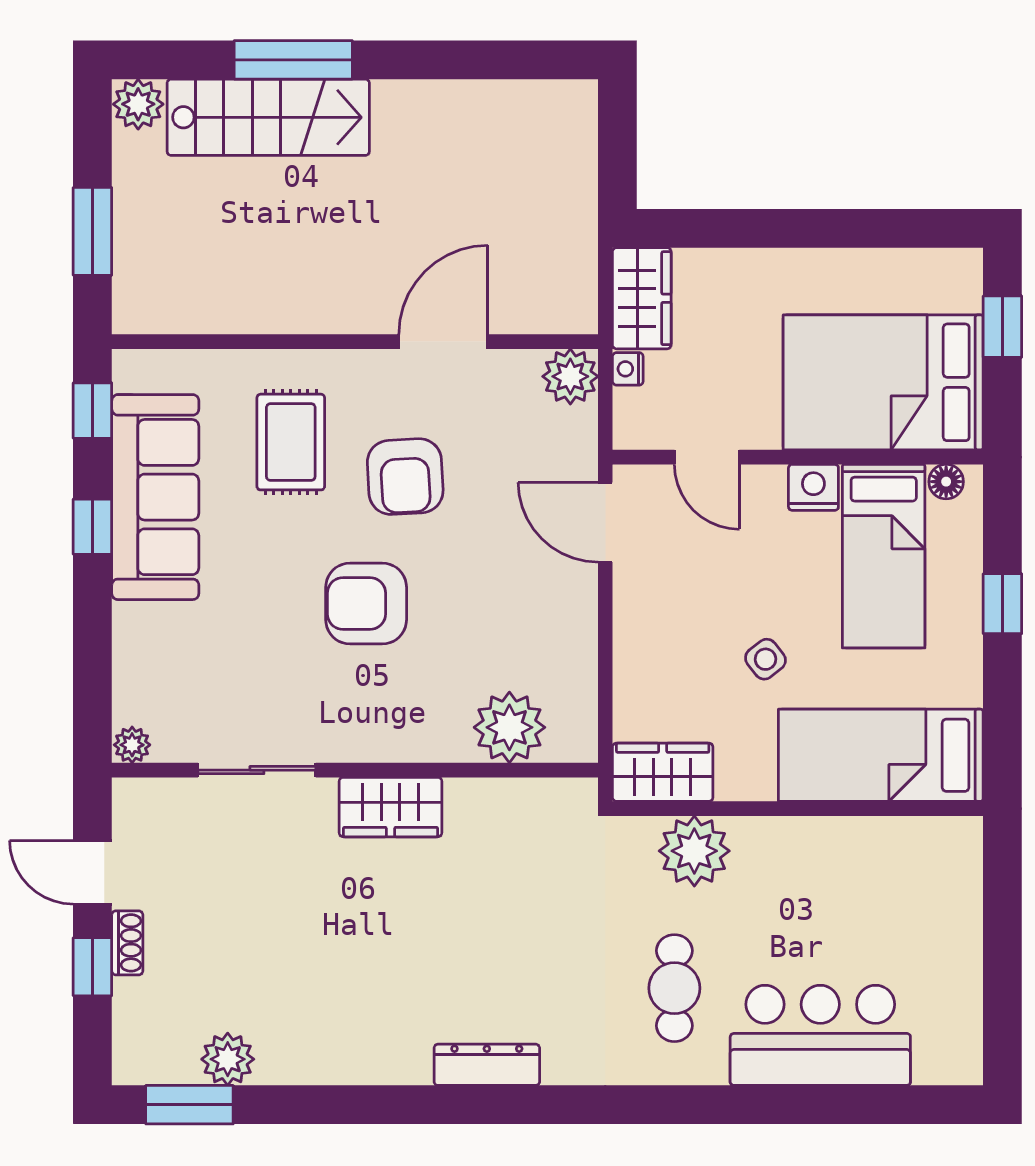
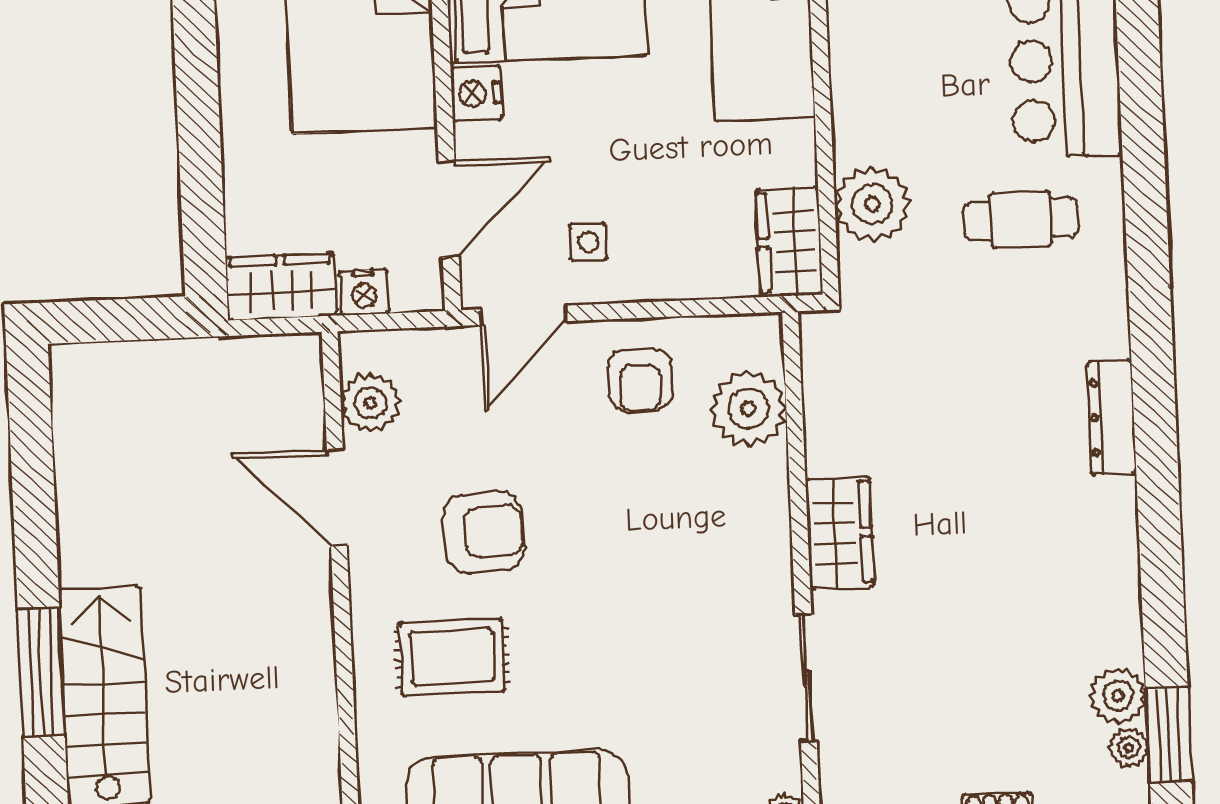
nightstand: (628, 369) -> (364, 292), width x1.39, depth x1.35
plant: (570, 376) -> (370, 403), moved
door: (707, 457) -> (449, 209), width x1.38
armchair: (366, 604) -> (640, 380), moved, width x0.72, depth x0.72
side table: (765, 659) -> (588, 242), moved, turned 38
plant: (179, 1067) -> (1129, 747), added

